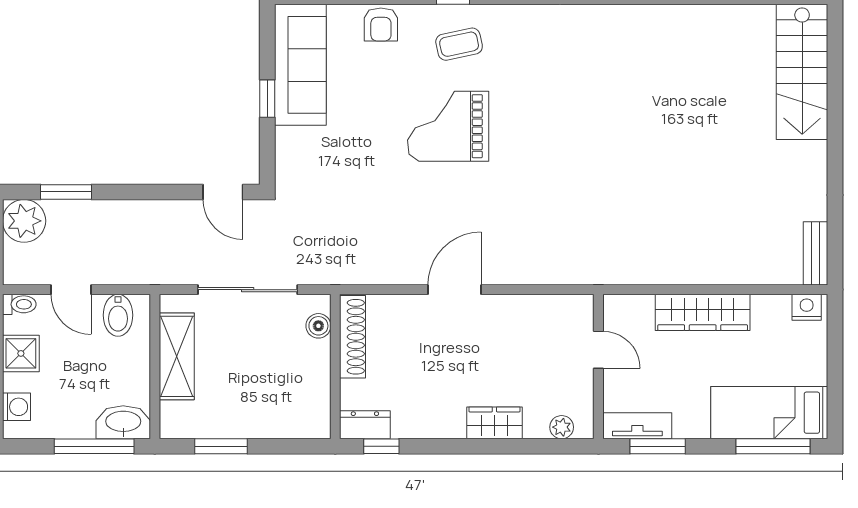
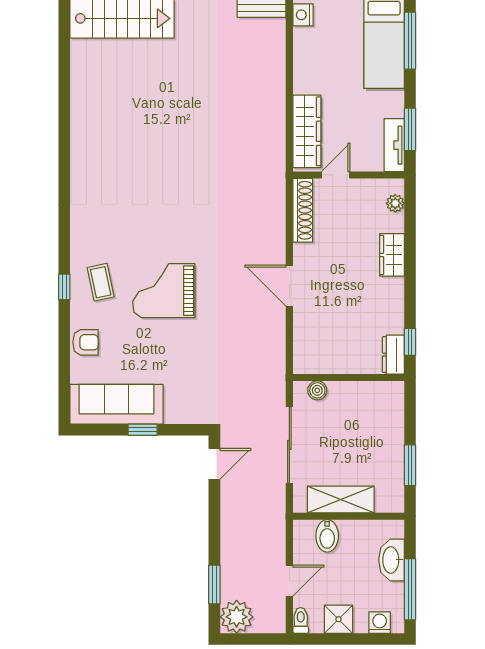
grand piano: (448, 126) -> (164, 291), turned 90
wardrobe: (703, 312) -> (307, 131), moved
bidet: (118, 315) -> (327, 536), moved, turned 90
shoe rack: (352, 337) -> (303, 210), moved, turned 90
washbasin: (123, 422) -> (392, 560), moved
window: (94, 446) -> (410, 589), moved

